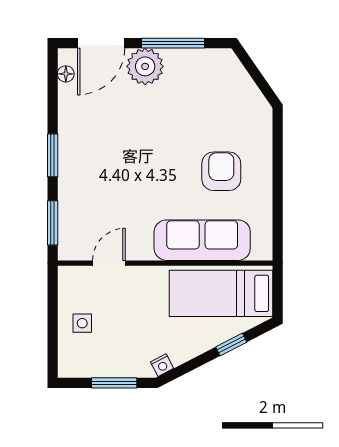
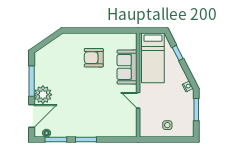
door: (101, 43) -> (32, 116), hinge flipped
window: (53, 223) -> (56, 139), moved
sofa: (202, 240) -> (127, 67), width x0.73
door: (109, 263) -> (138, 100), moved

